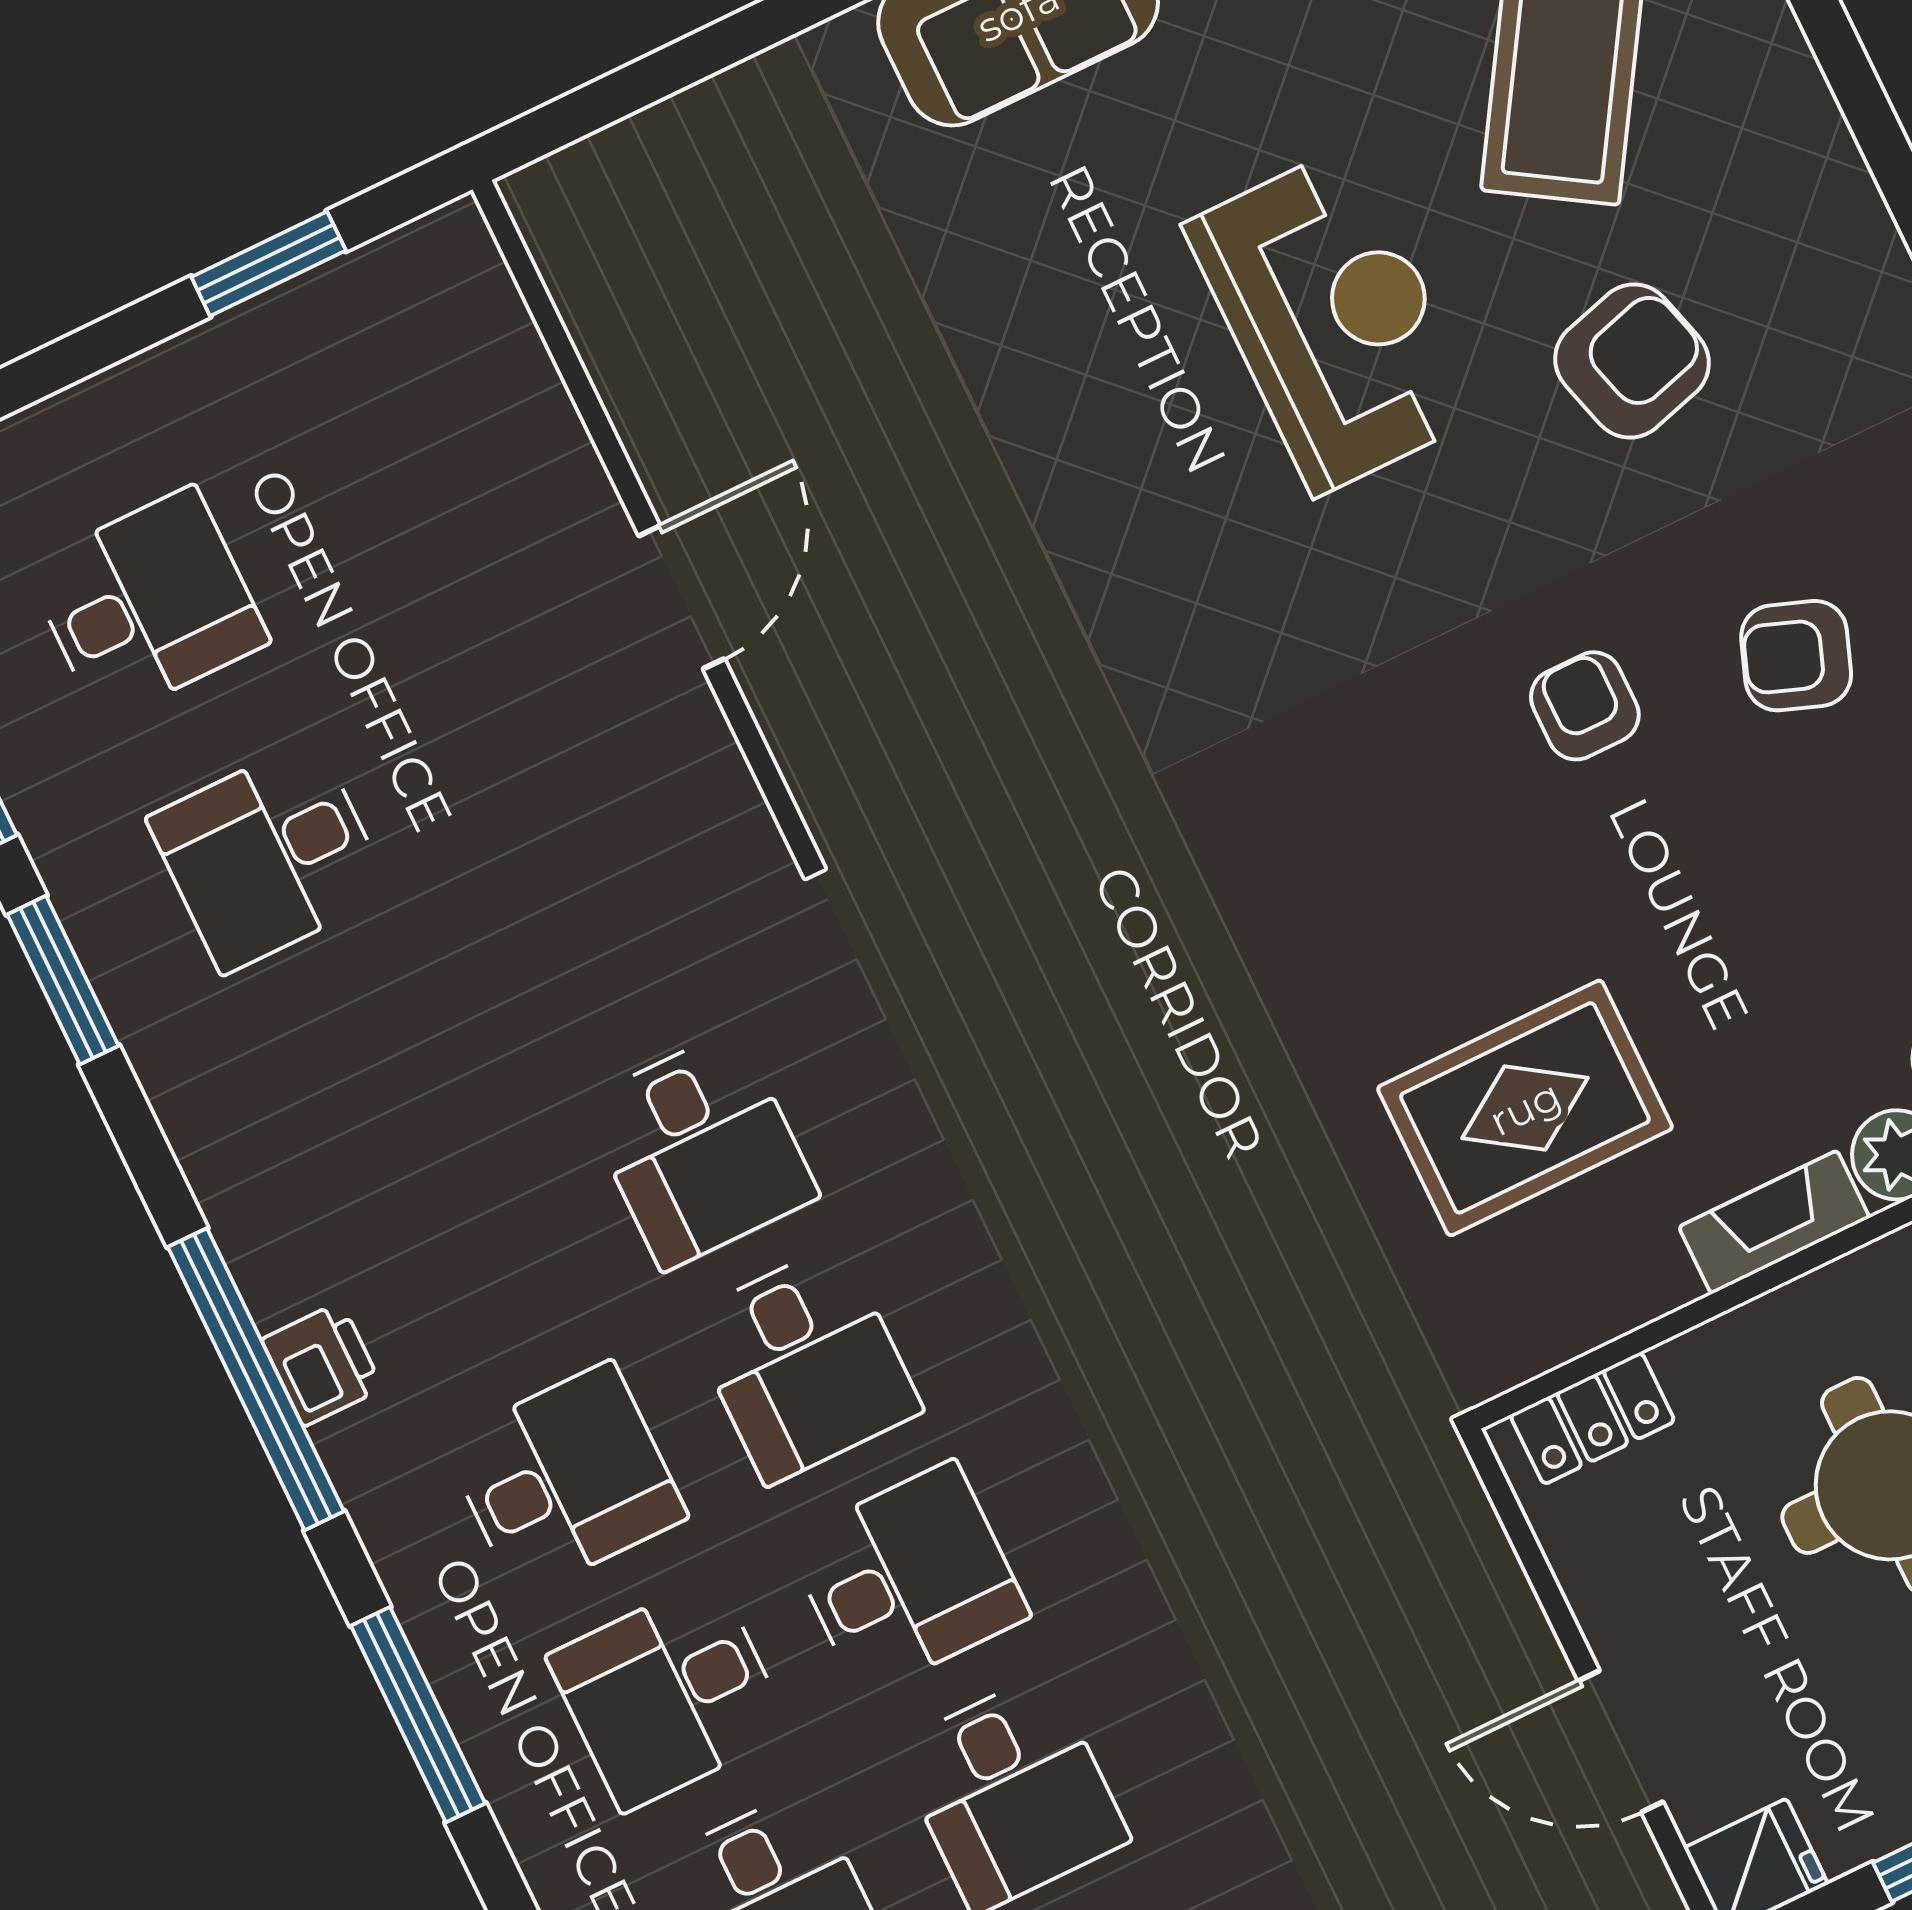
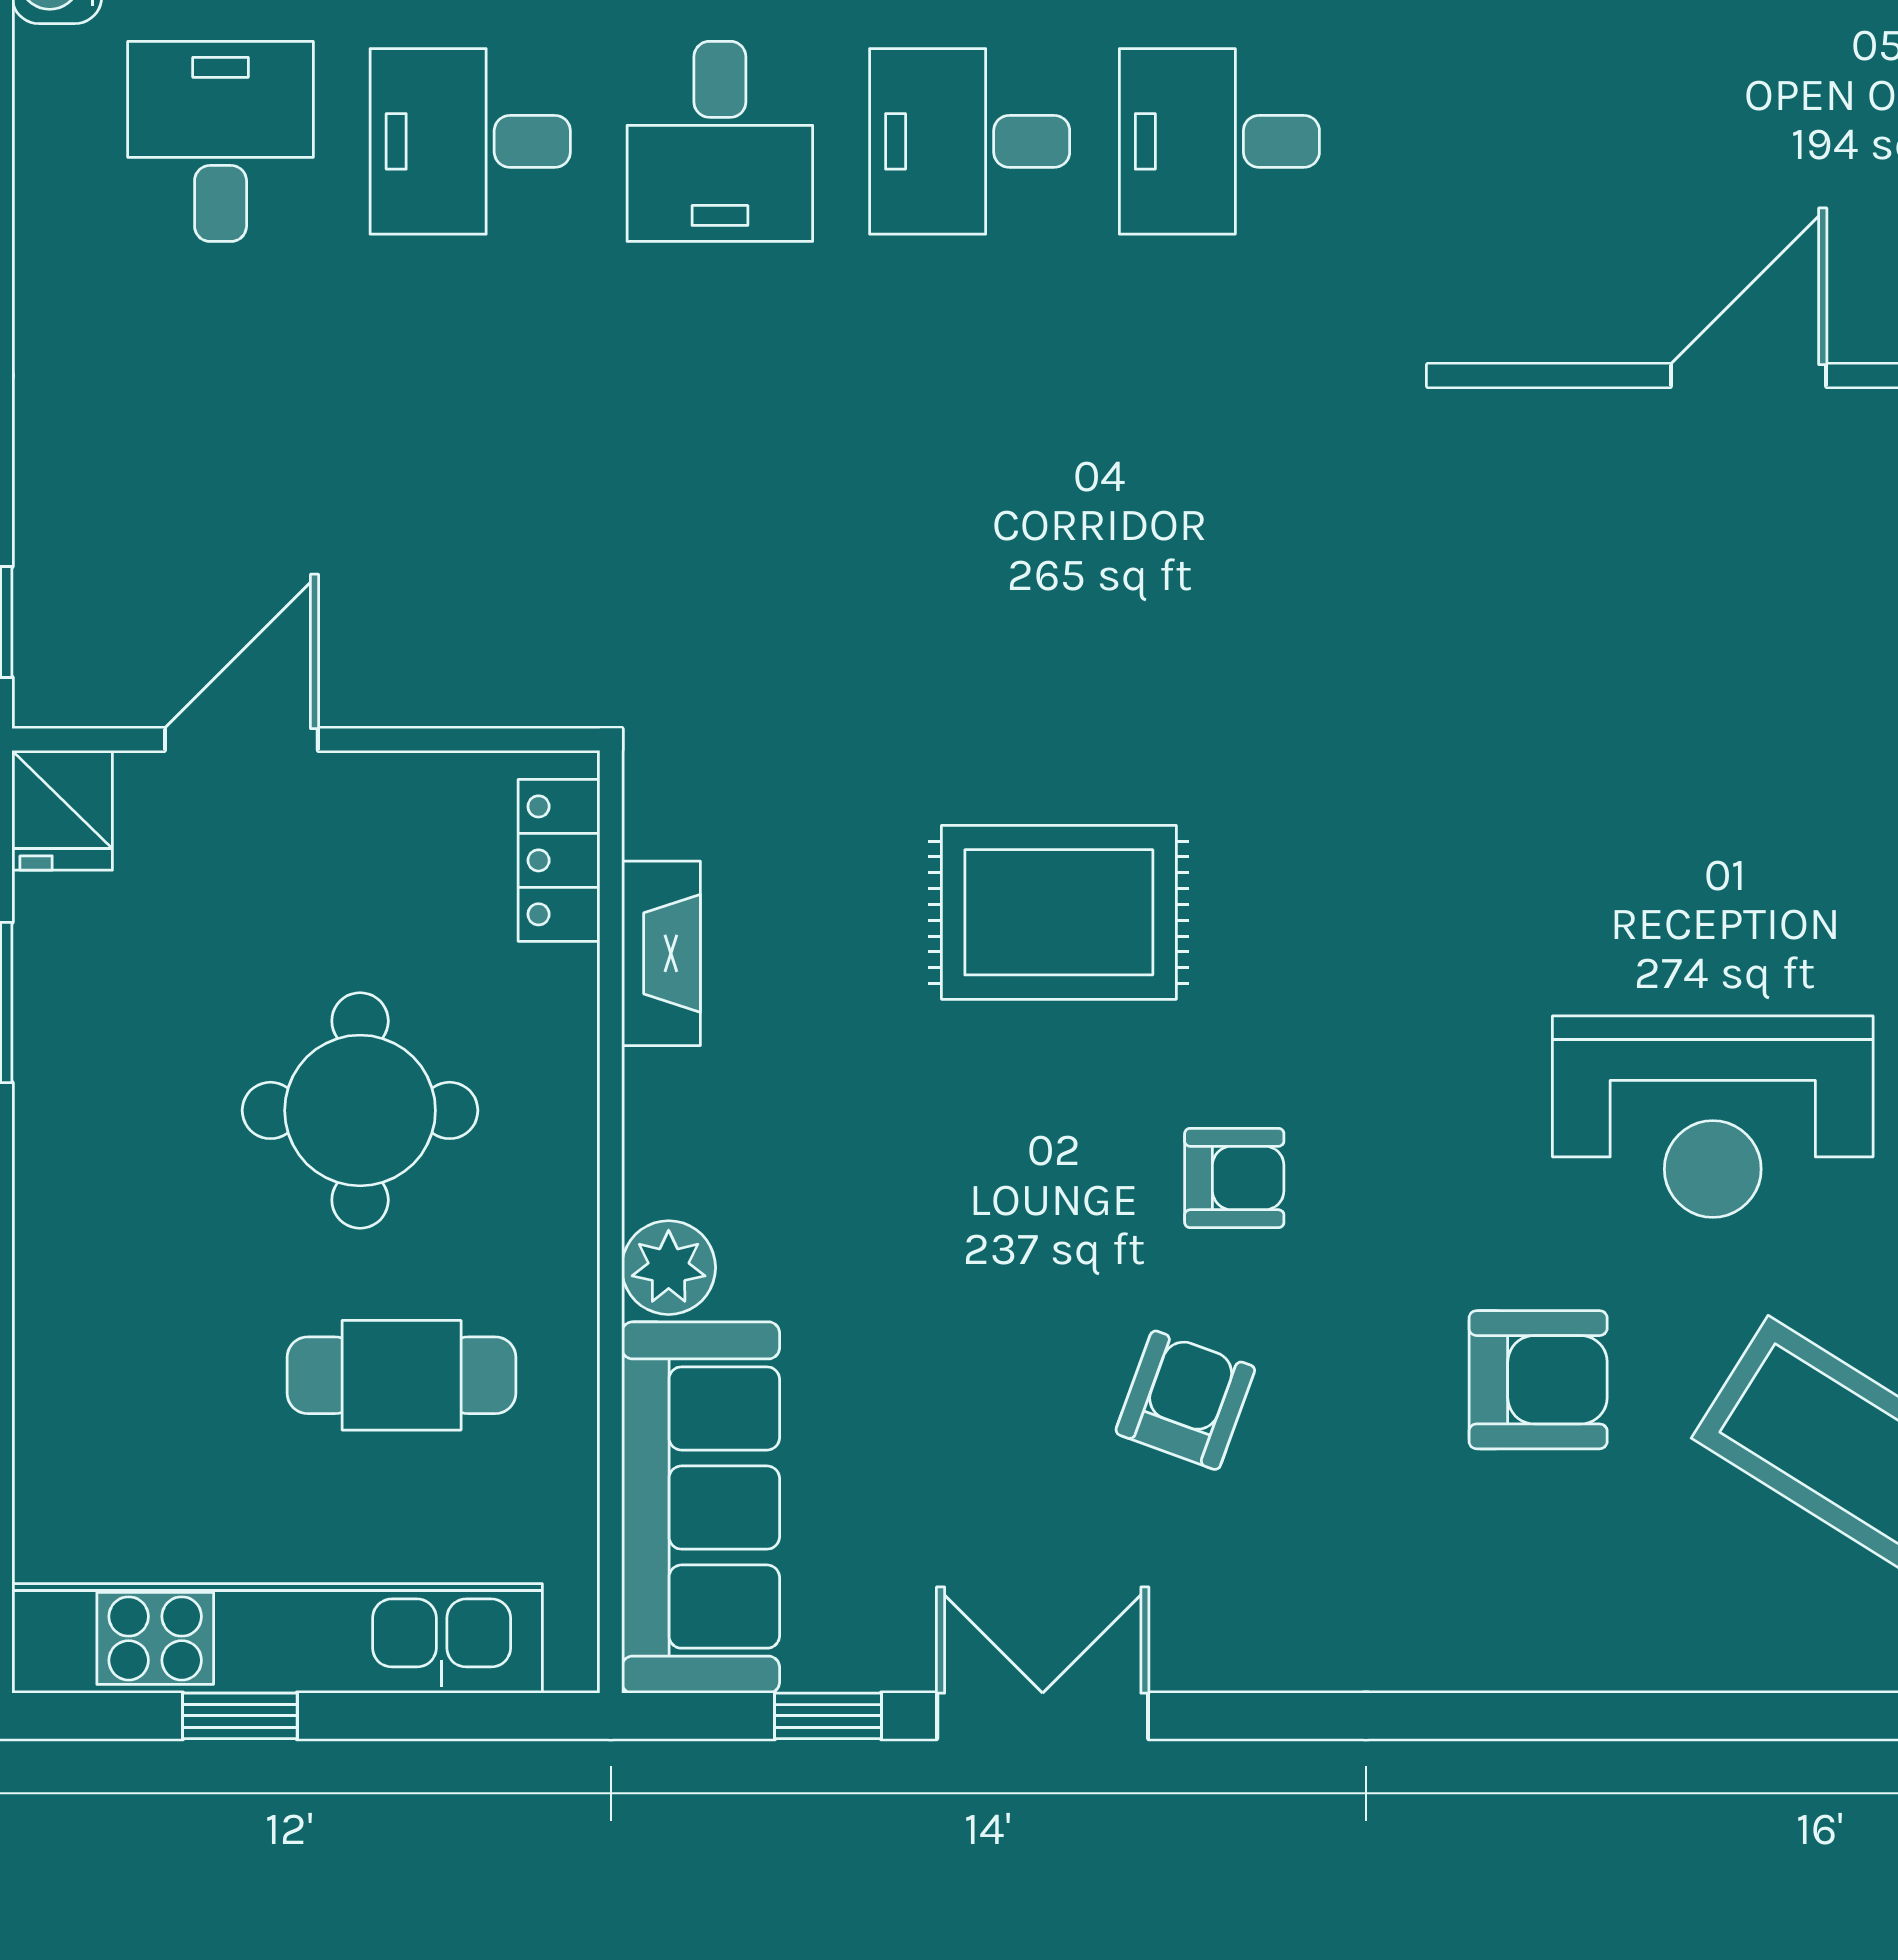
armchair: (1632, 361) -> (1538, 1380), turned -74
door: (682, 597) -> (1748, 376), swing flipped
rug: (1525, 1108) -> (1059, 912), moved, turned 90
fireplace: (1774, 1222) -> (661, 953), moved

